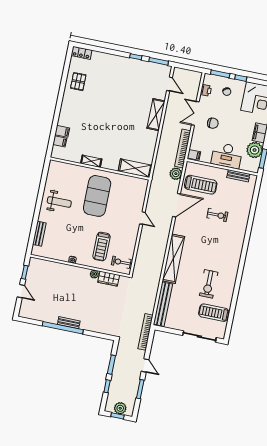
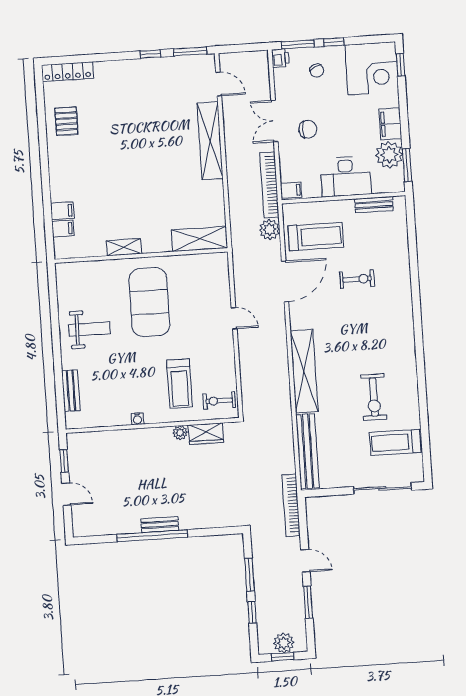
locker: (81, 53) -> (67, 72), width x1.53
printer: (206, 90) -> (280, 58), moved
shelving: (156, 115) -> (210, 141), width x1.47

